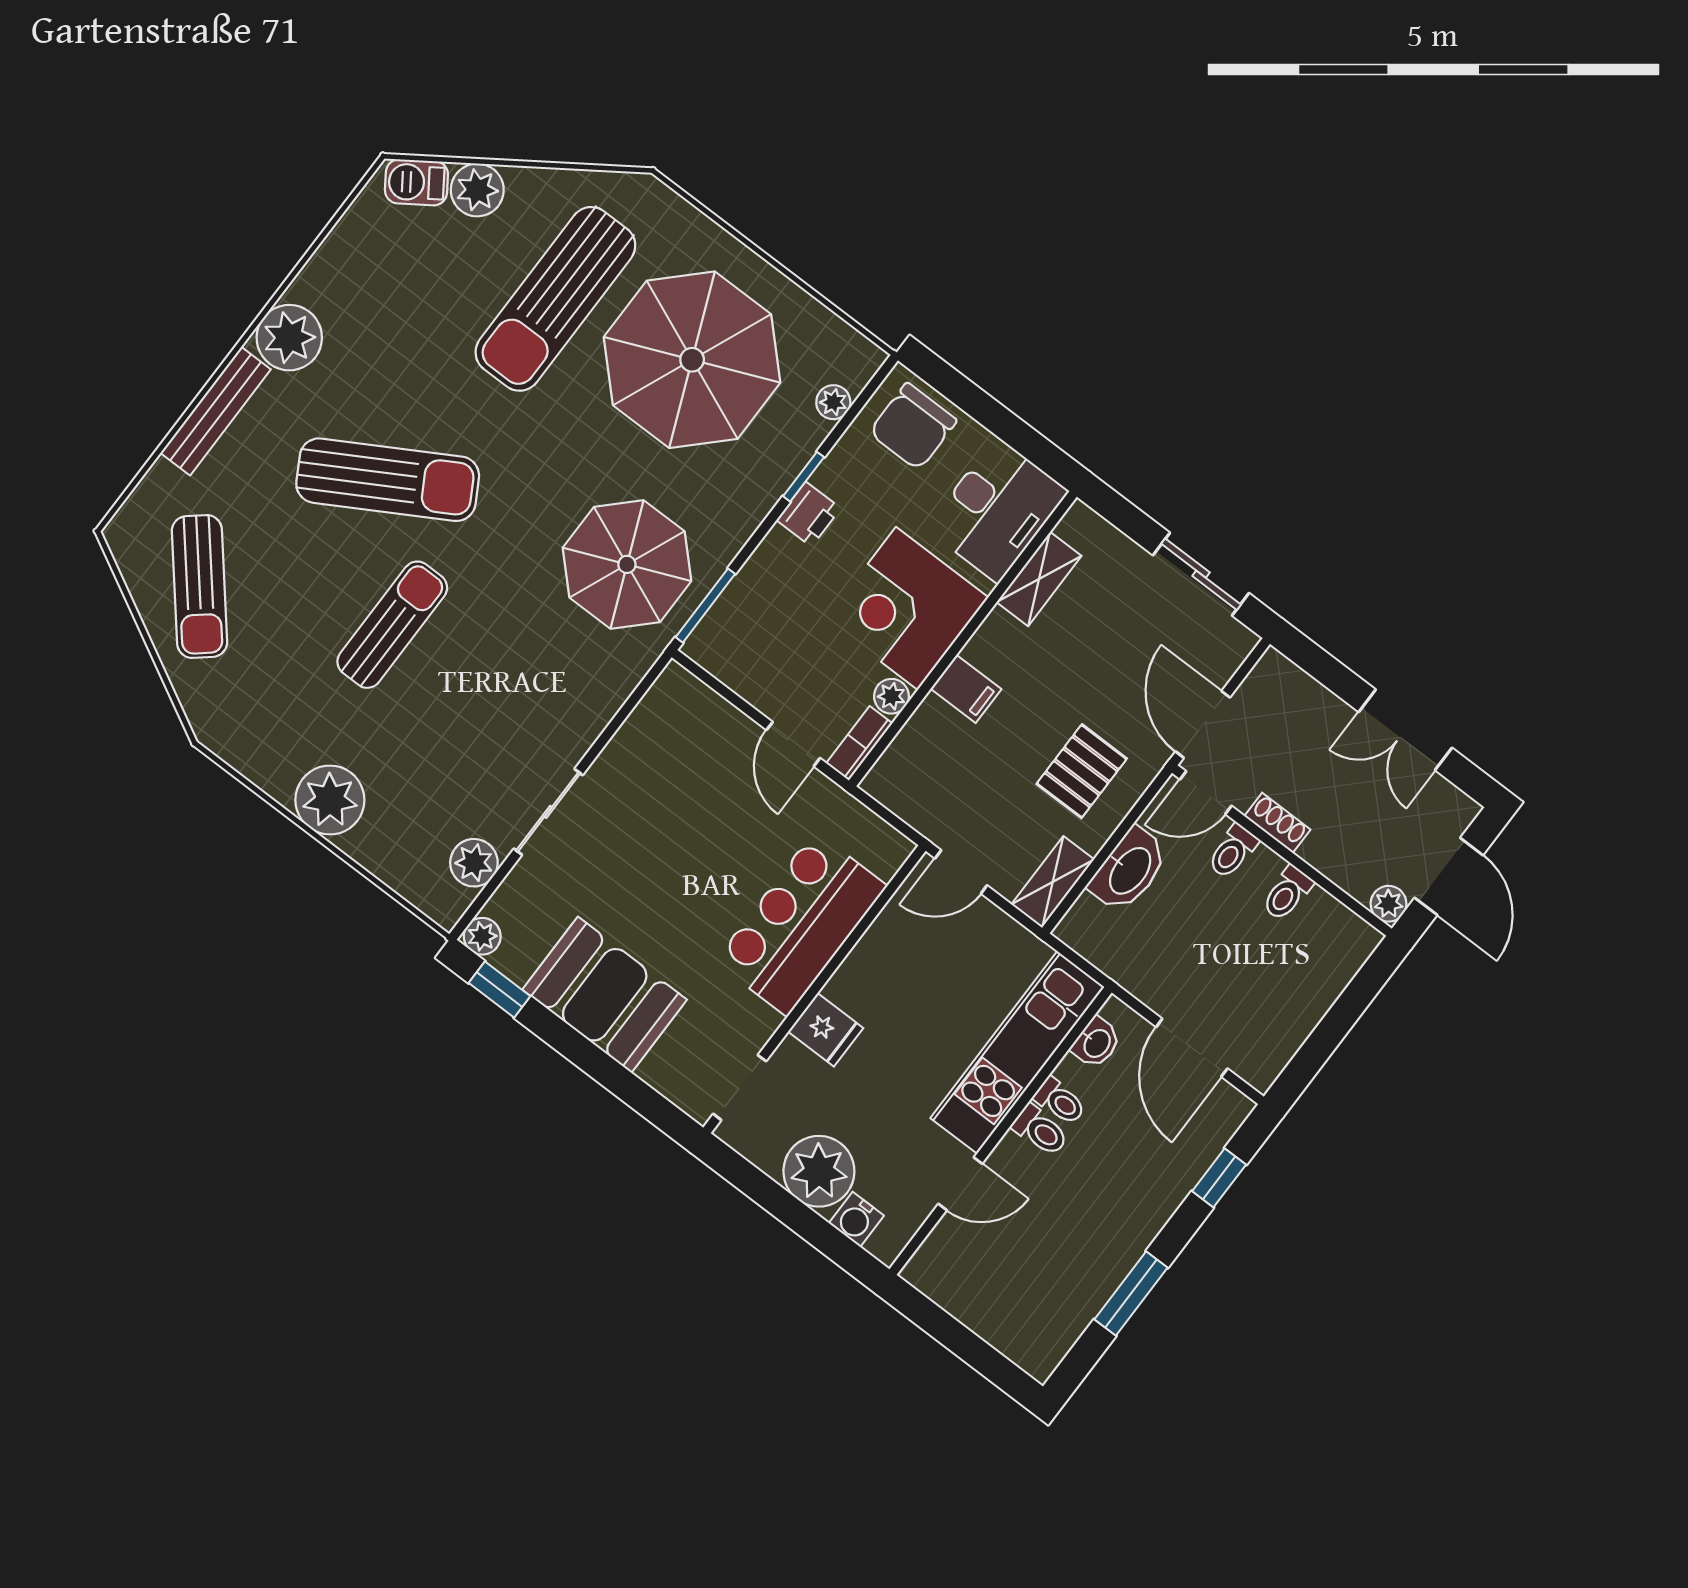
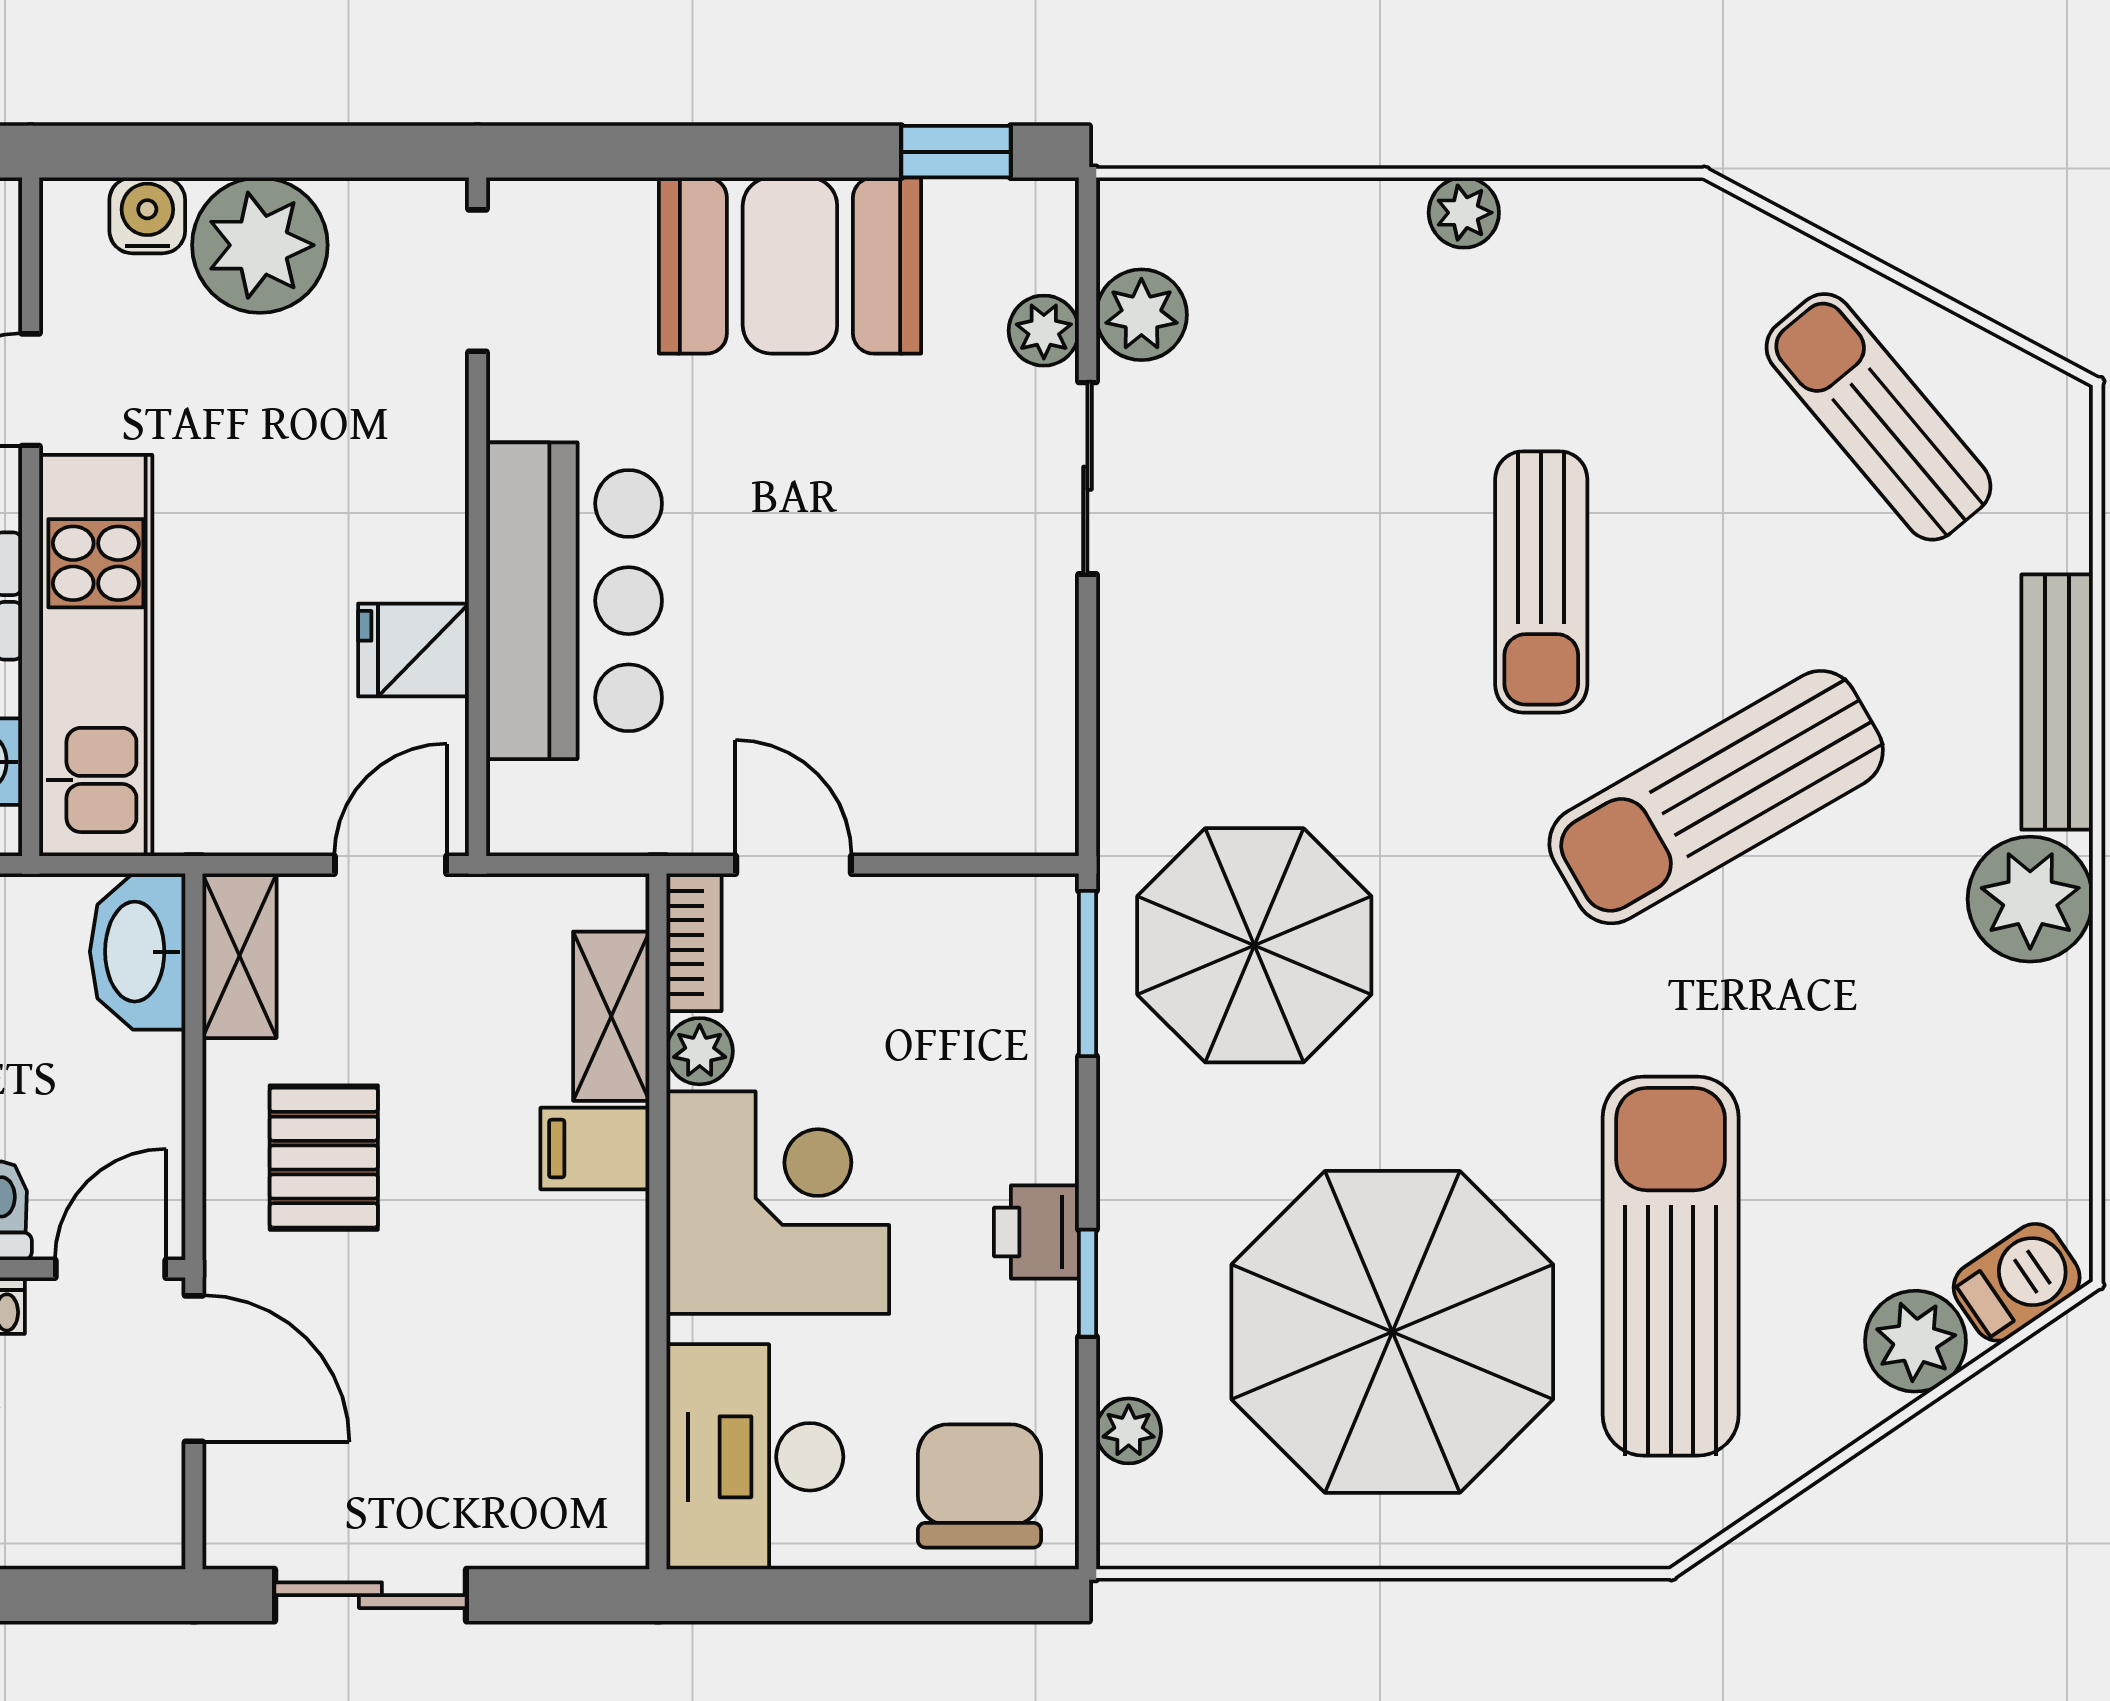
shelving: (1039, 579) -> (611, 1016), moved
plant: (330, 800) -> (1464, 213), width x0.53, depth x0.53
washbasin: (1129, 870) -> (138, 952), moved
plant: (482, 936) -> (1044, 331), moved
fridge: (826, 1030) -> (413, 650), moved

